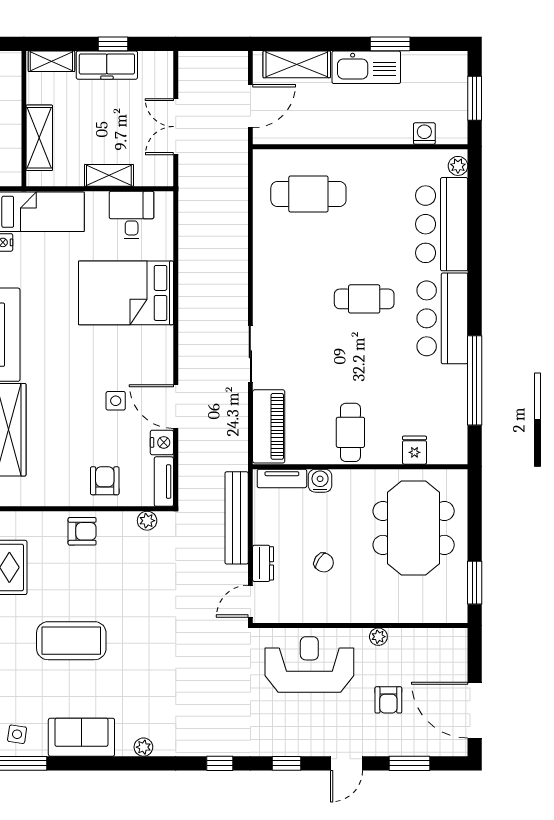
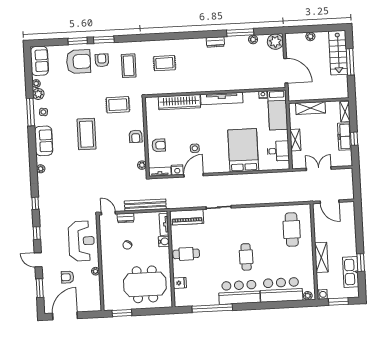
shelving: (297, 64) -> (321, 257), moved
kitchen sink: (366, 67) -> (351, 272), moved
washing machine: (424, 134) -> (322, 294), moved

